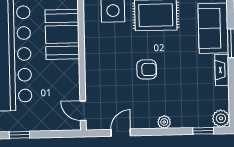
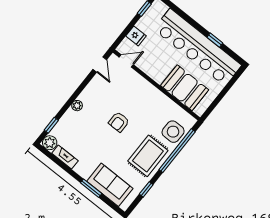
fireplace: (222, 70) -> (65, 157), moved
fridge: (52, 121) -> (136, 36), added
door: (121, 133) -> (100, 64), moved

